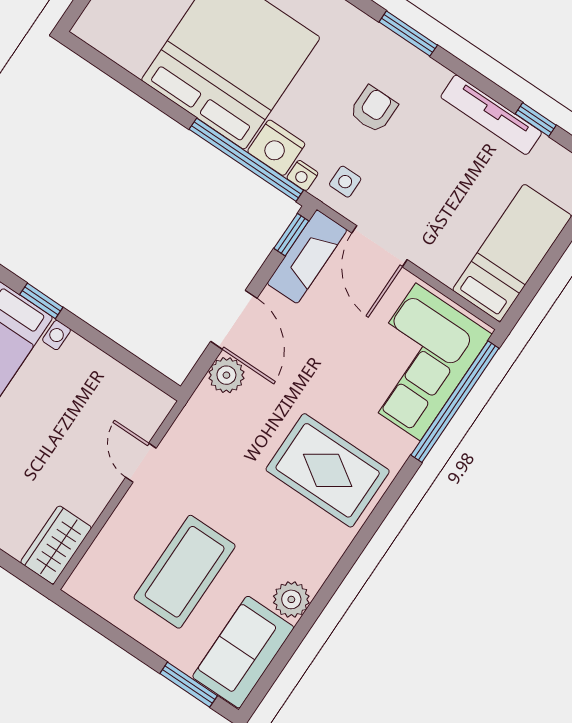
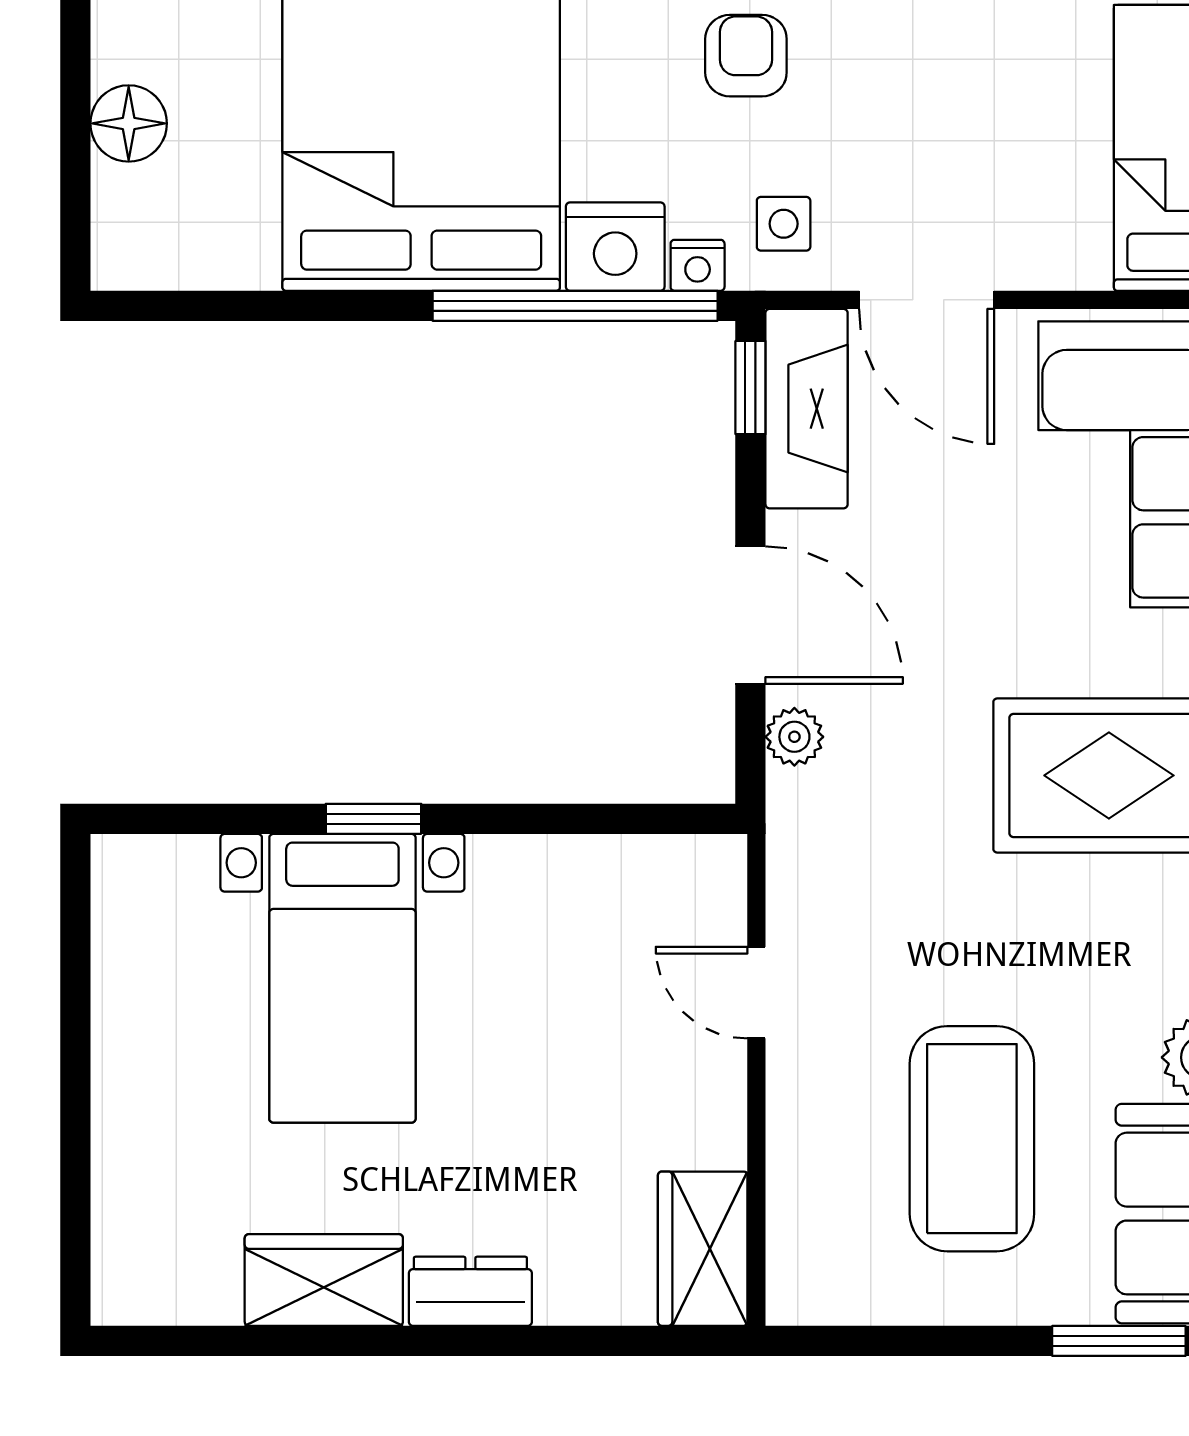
plant: (226, 375) -> (794, 737), width x0.73, depth x0.73

